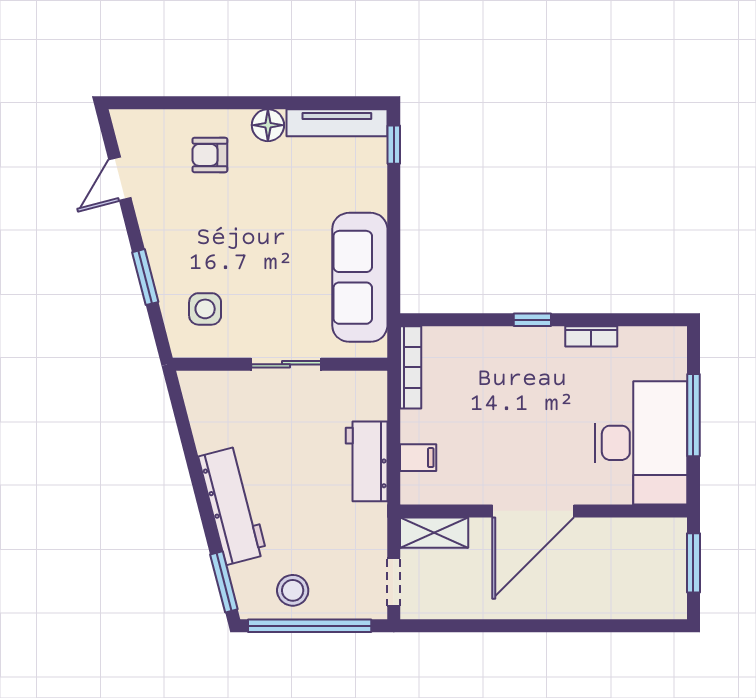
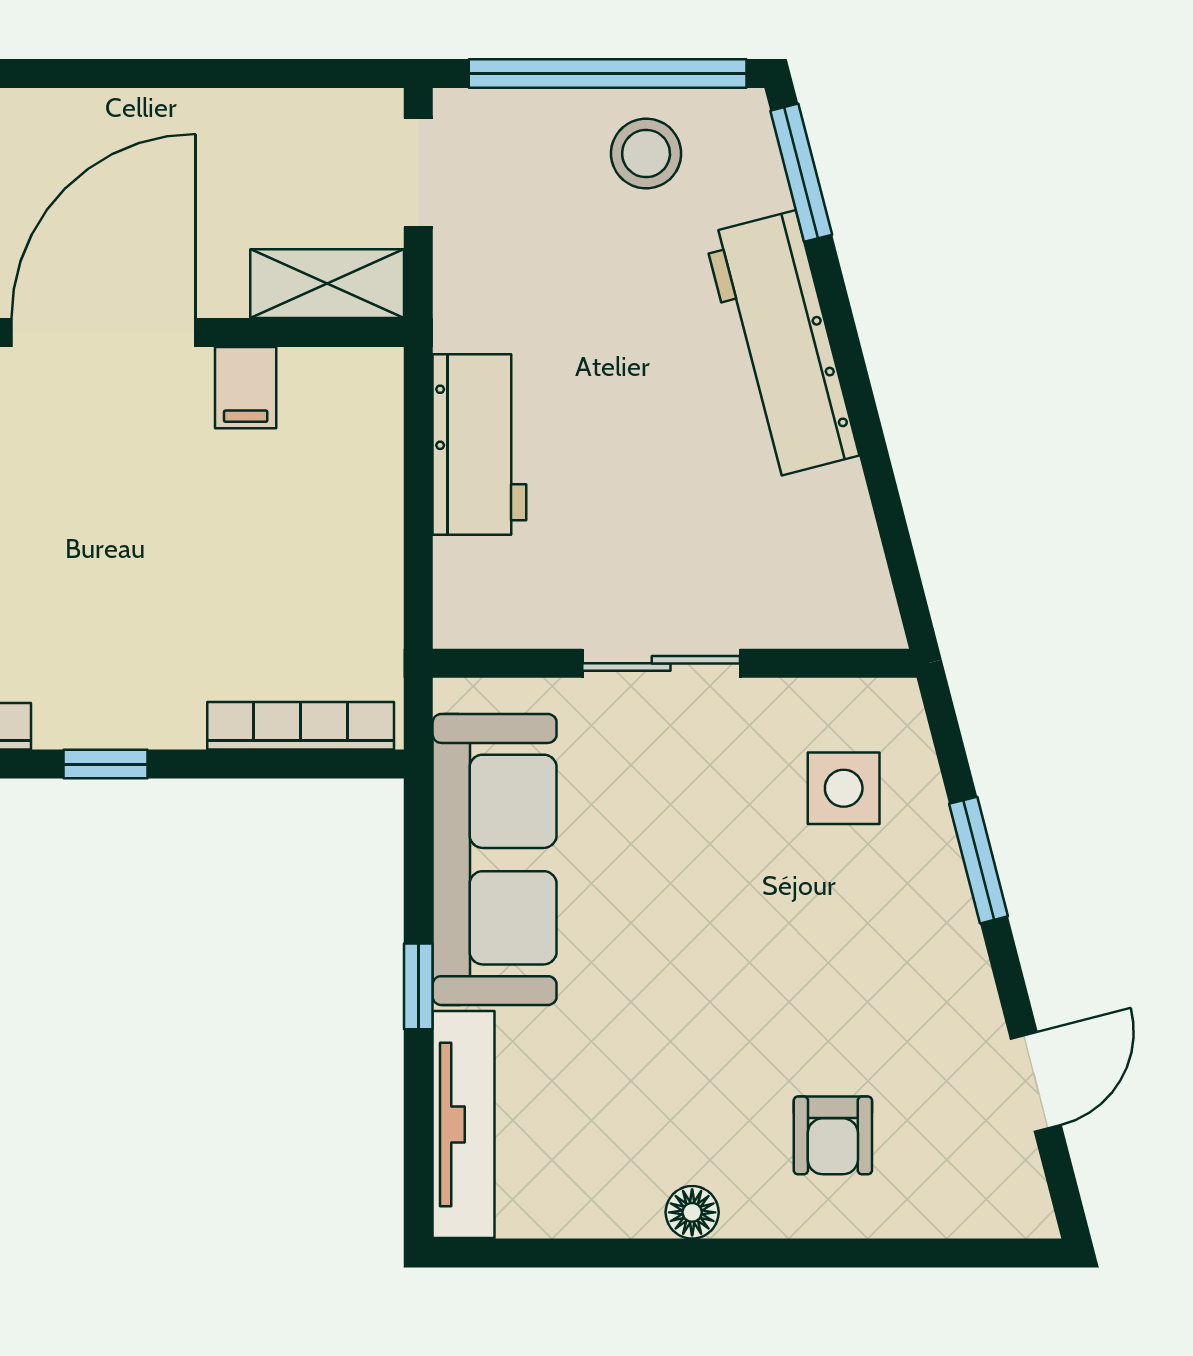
tv unit: (337, 123) -> (463, 1125), moved, turned 90
floor lamp: (268, 125) -> (692, 1212), width x0.73, depth x0.73
window: (394, 145) -> (418, 986), moved
armchair: (210, 155) -> (833, 1135), turned 90
bookcase: (411, 367) -> (301, 726), moved, turned 90
filing cabinet: (418, 458) -> (246, 388), moved, turned -90

